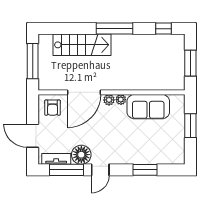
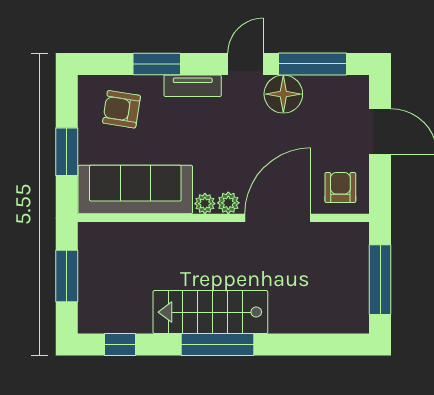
stairs: (82, 45) -> (210, 312), moved
sofa: (148, 107) -> (135, 189), width x1.36
armchair: (163, 147) -> (122, 109), added
tv unit: (56, 159) -> (193, 86), moved

